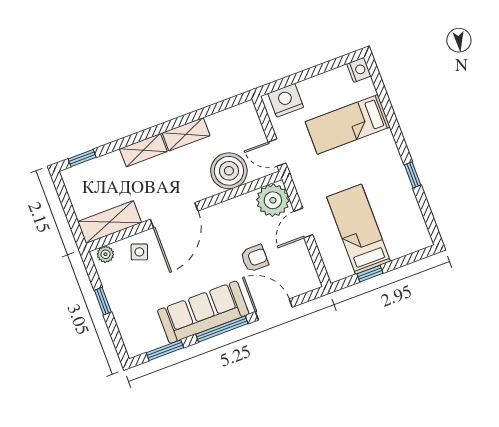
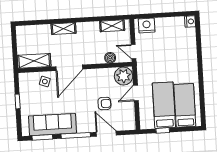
bed: (348, 124) -> (185, 105), moved, turned 90
shelving: (186, 134) -> (112, 26), moved
window: (82, 158) -> (30, 23), removed
boiler: (229, 171) -> (110, 58), width x0.54, depth x0.54
window: (413, 175) -> (201, 85), removed
plant: (105, 254) -> (27, 77), removed
sofa: (203, 312) -> (52, 125), moved

